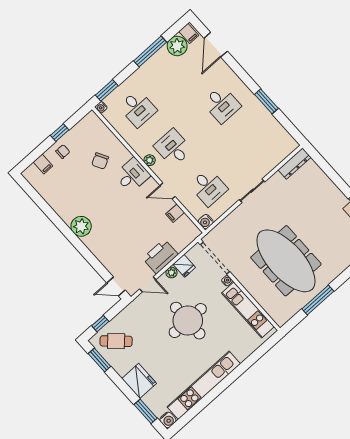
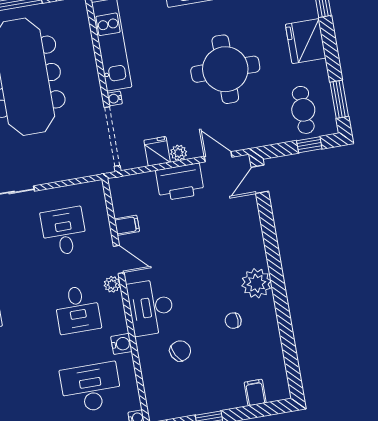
desk: (138, 108) -> (91, 388), width x1.37
chair: (63, 152) -> (233, 321), moved
plant: (150, 160) -> (112, 284), moved
desk: (132, 175) -> (151, 307), width x1.37
water cooler: (206, 222) -> (121, 344), moved
door: (116, 286) -> (260, 179), swing flipped
round table: (188, 321) -> (225, 69), moved
cafe table: (116, 341) -> (303, 110), turned 47

